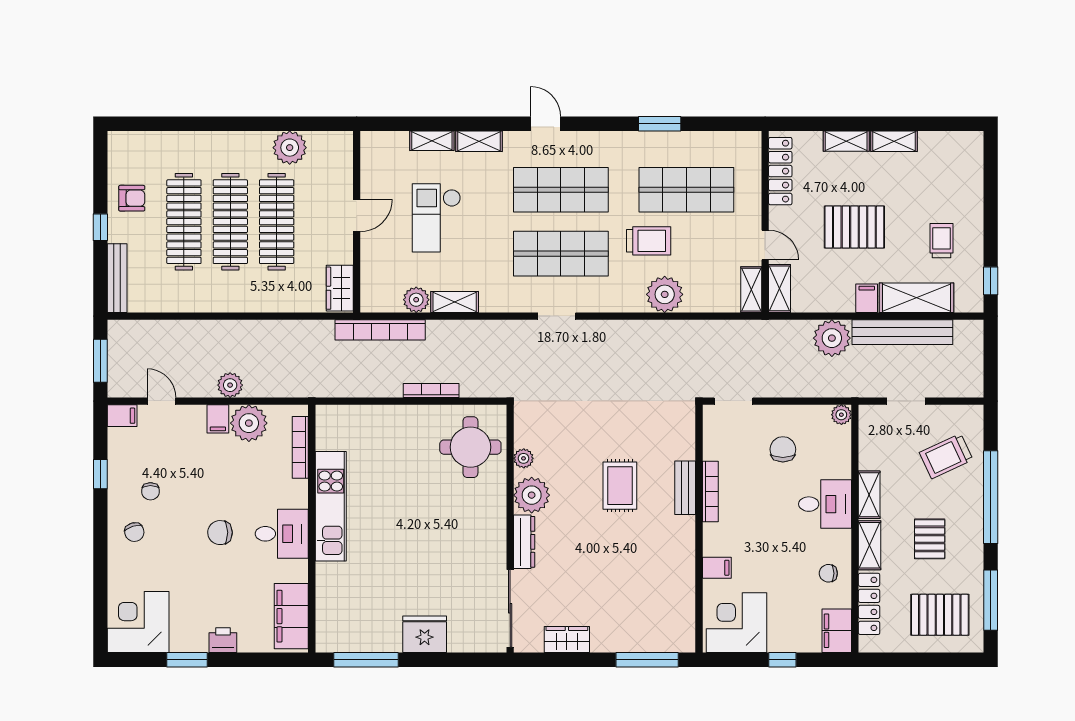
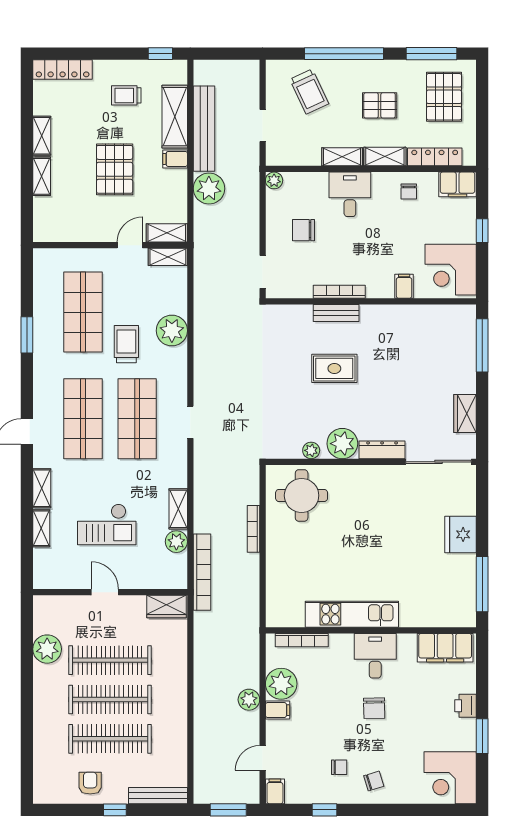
locker: (780, 171) -> (63, 69), moved, turned 180

